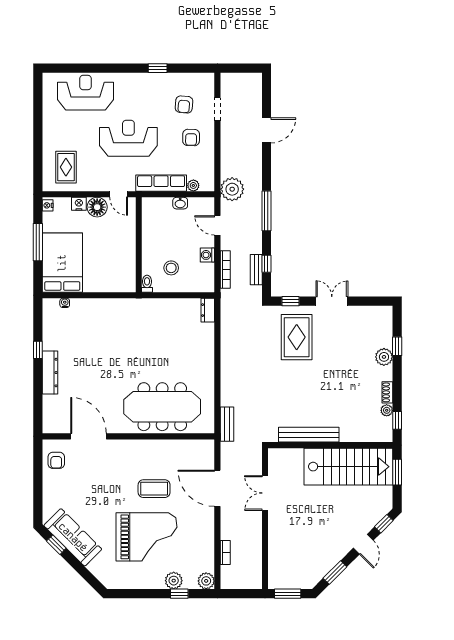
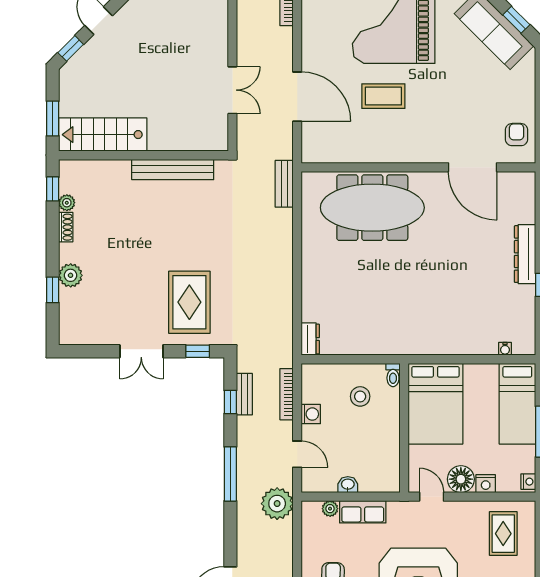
row of seats: (161, 183) -> (363, 512), width x0.68
bed: (62, 263) -> (517, 404), width x0.67
bed: (116, 263) -> (435, 404), added
stairs: (348, 467) -> (103, 135), width x0.73, depth x0.66

